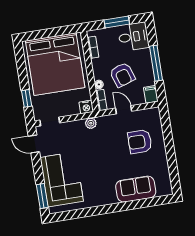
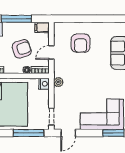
window: (27, 98) -> (29, 133), width x2.17

